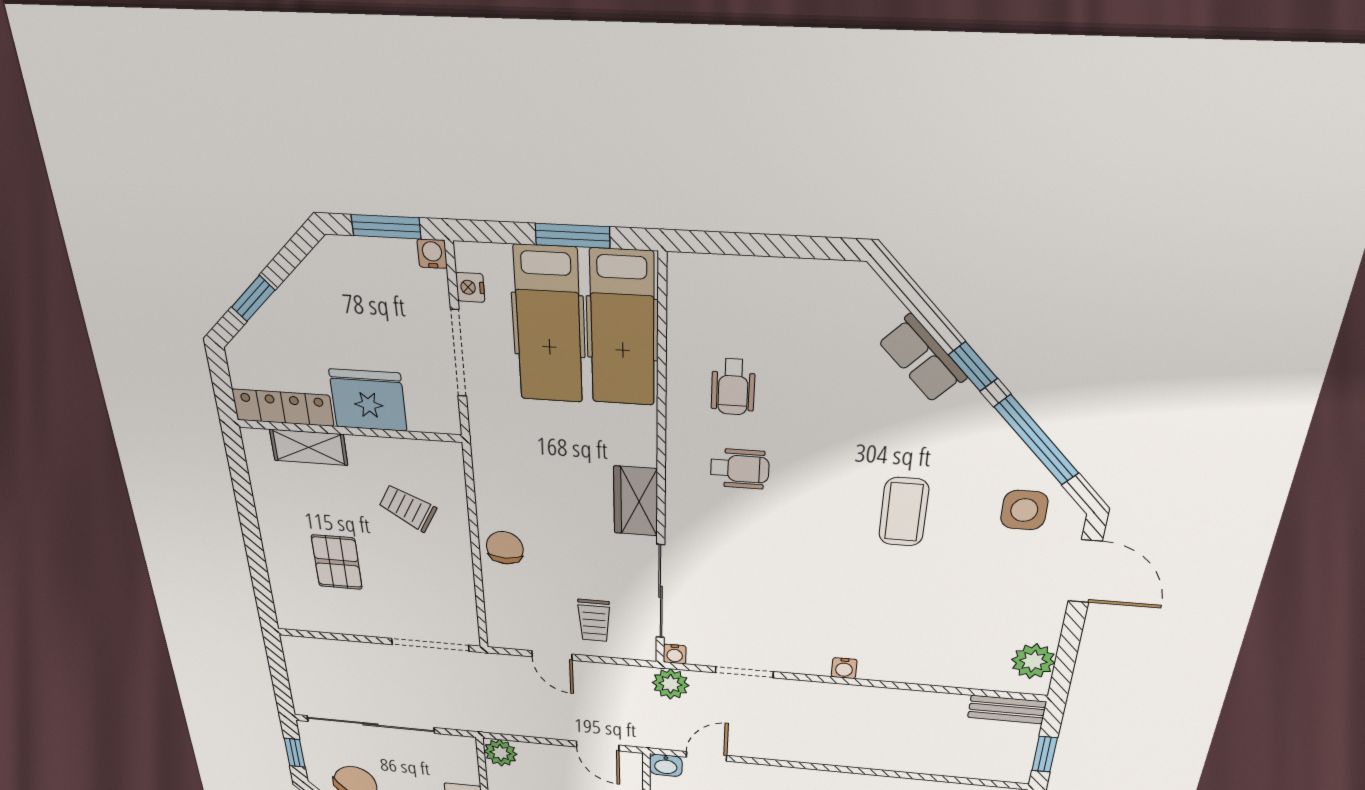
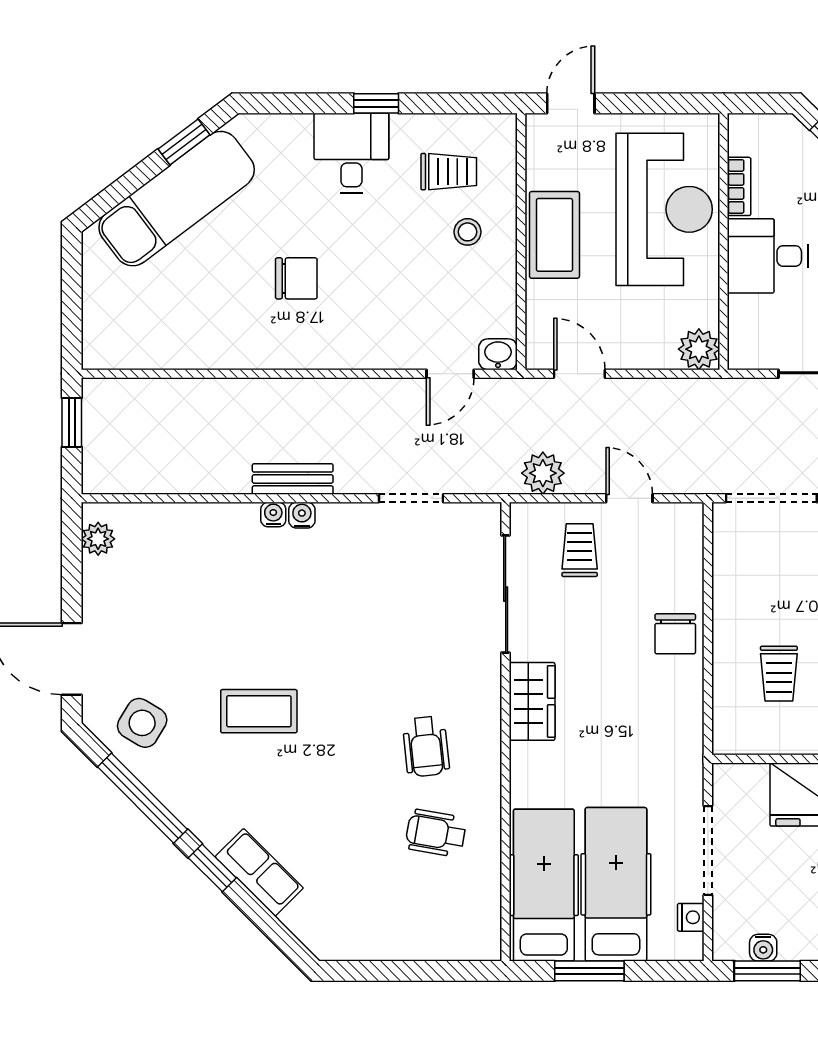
water cooler: (432, 254) -> (763, 948), moved
wheelchair: (733, 387) -> (436, 833), turned -80
wheelchair: (740, 469) -> (426, 747), turned -96
trolley: (408, 508) -> (779, 674), turned 61
side table: (1024, 510) -> (142, 723), turned 31
coffee table: (904, 512) -> (259, 711), turned 90
water cooler: (675, 654) -> (273, 515), moved
plant: (1033, 661) -> (98, 539), width x0.73, depth x0.73
plant: (671, 684) -> (543, 473), moved
bench: (1007, 709) -> (293, 479), moved

